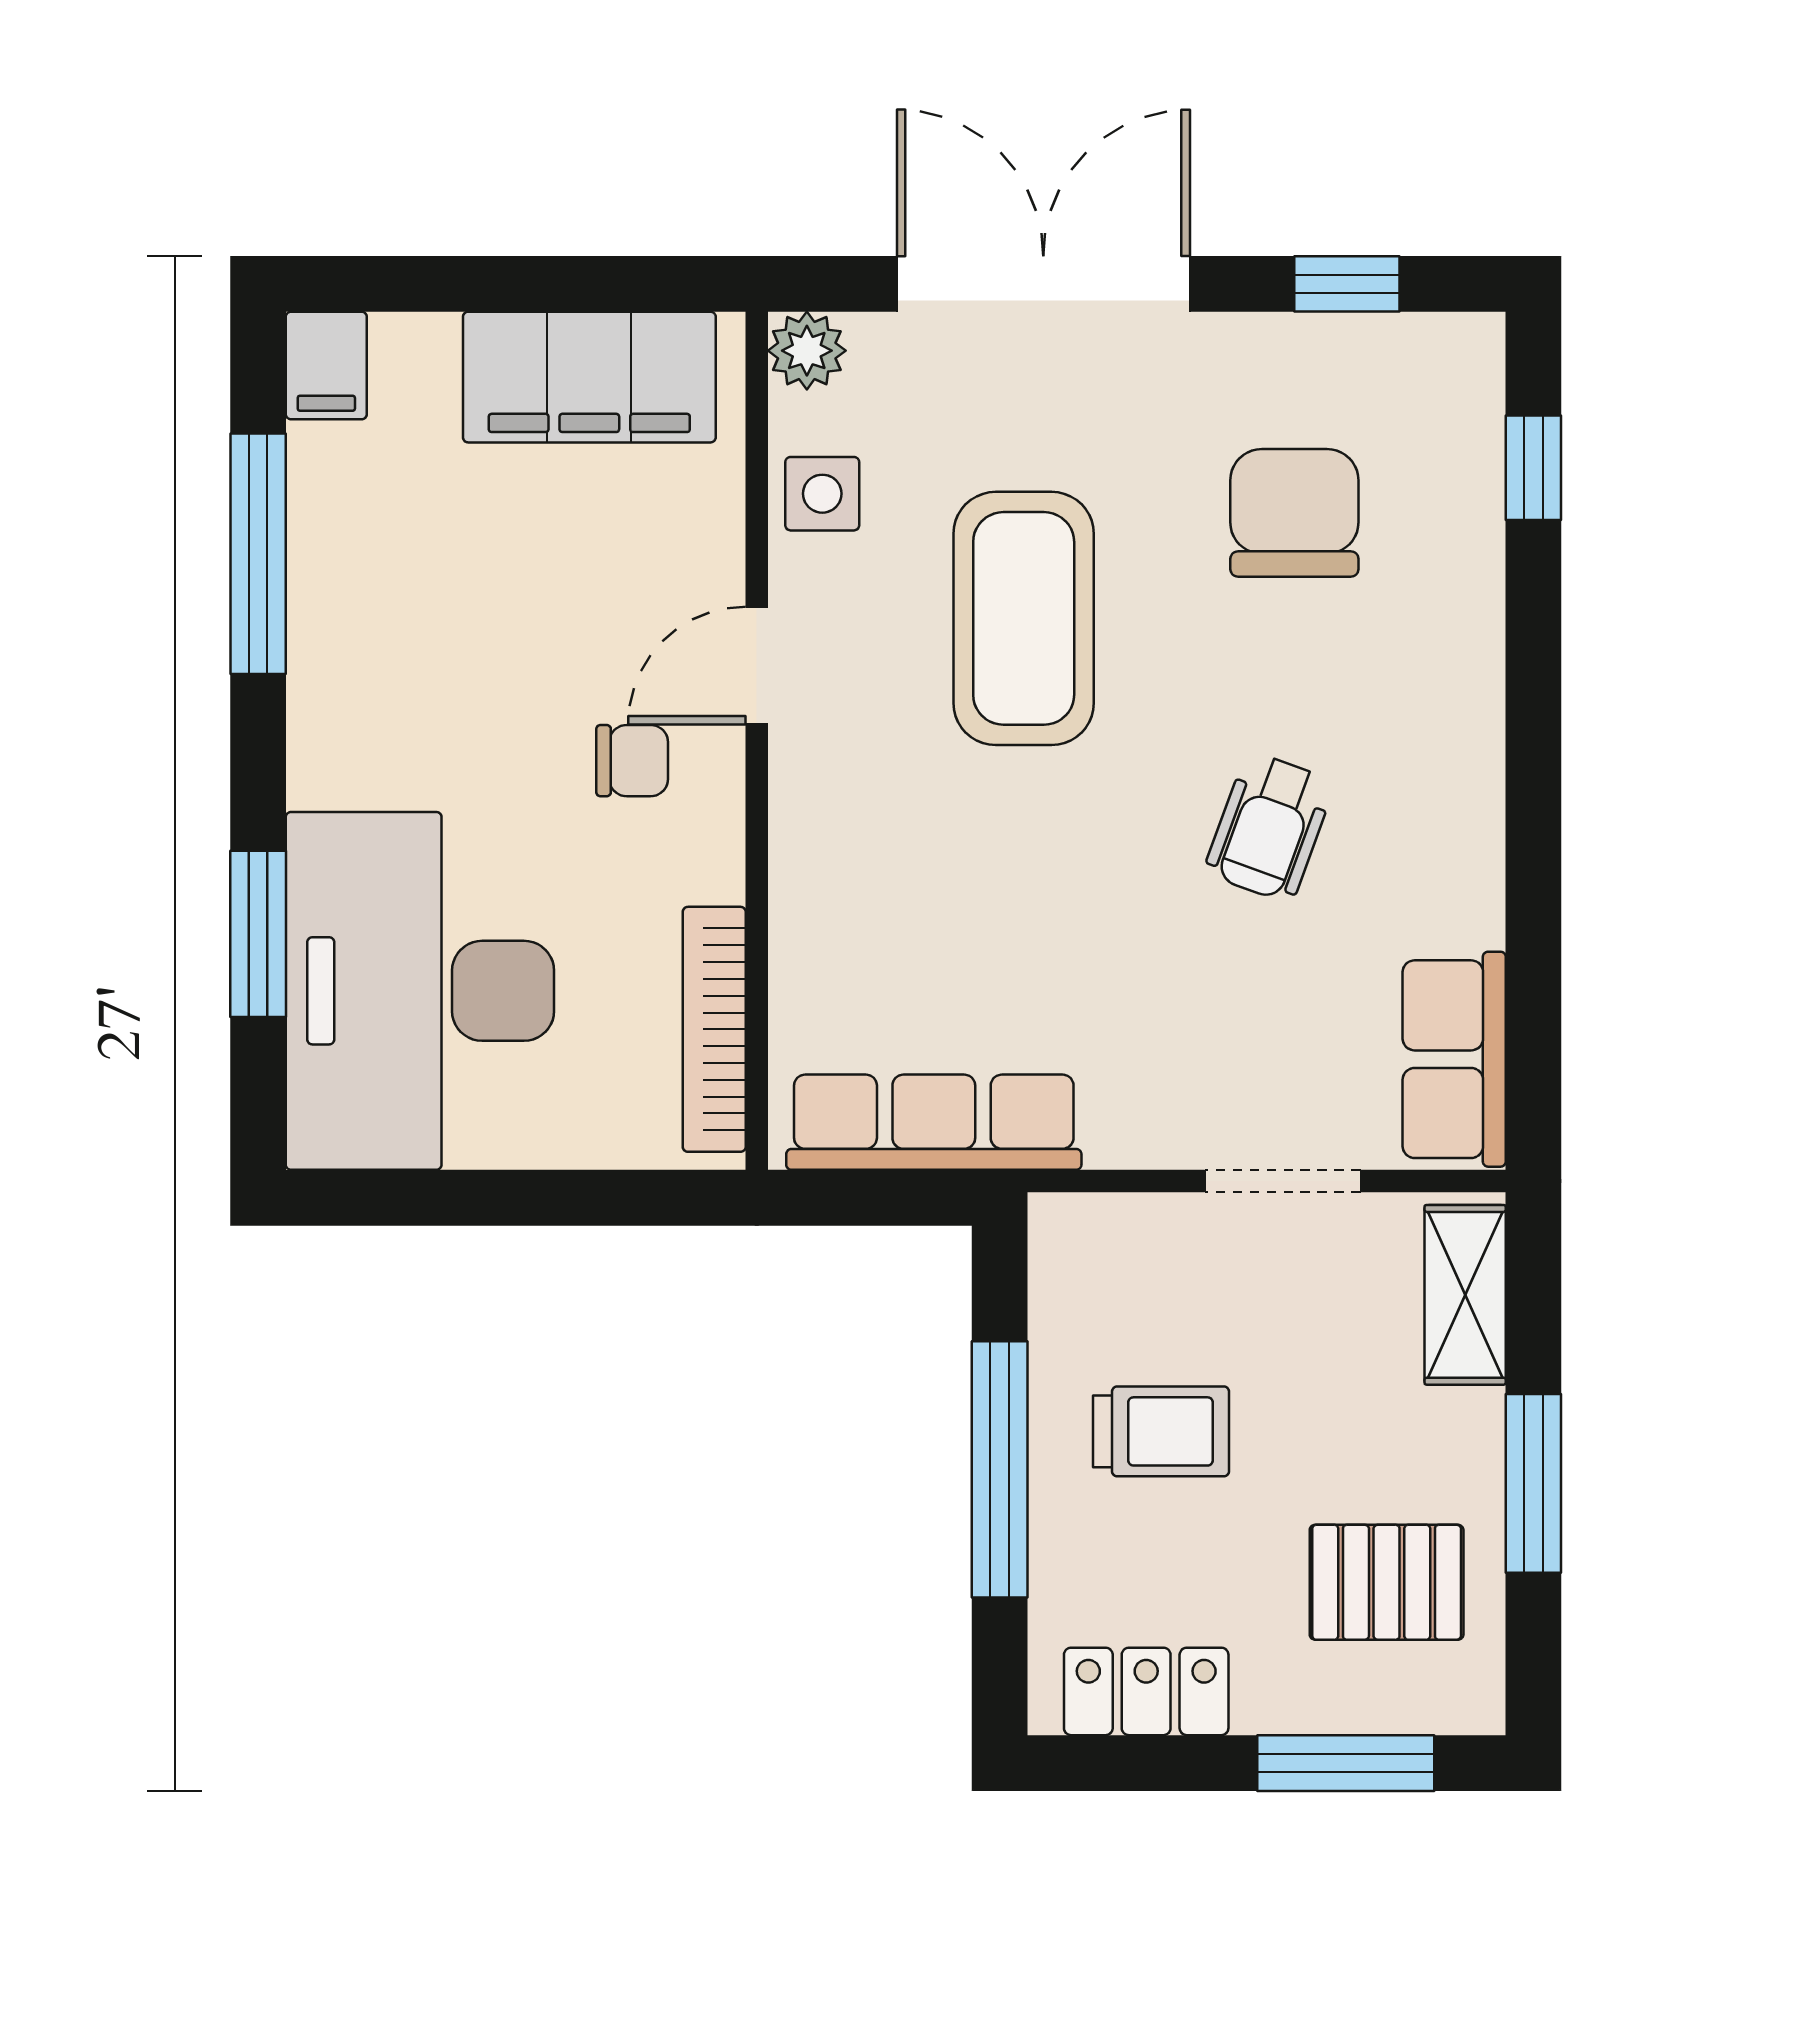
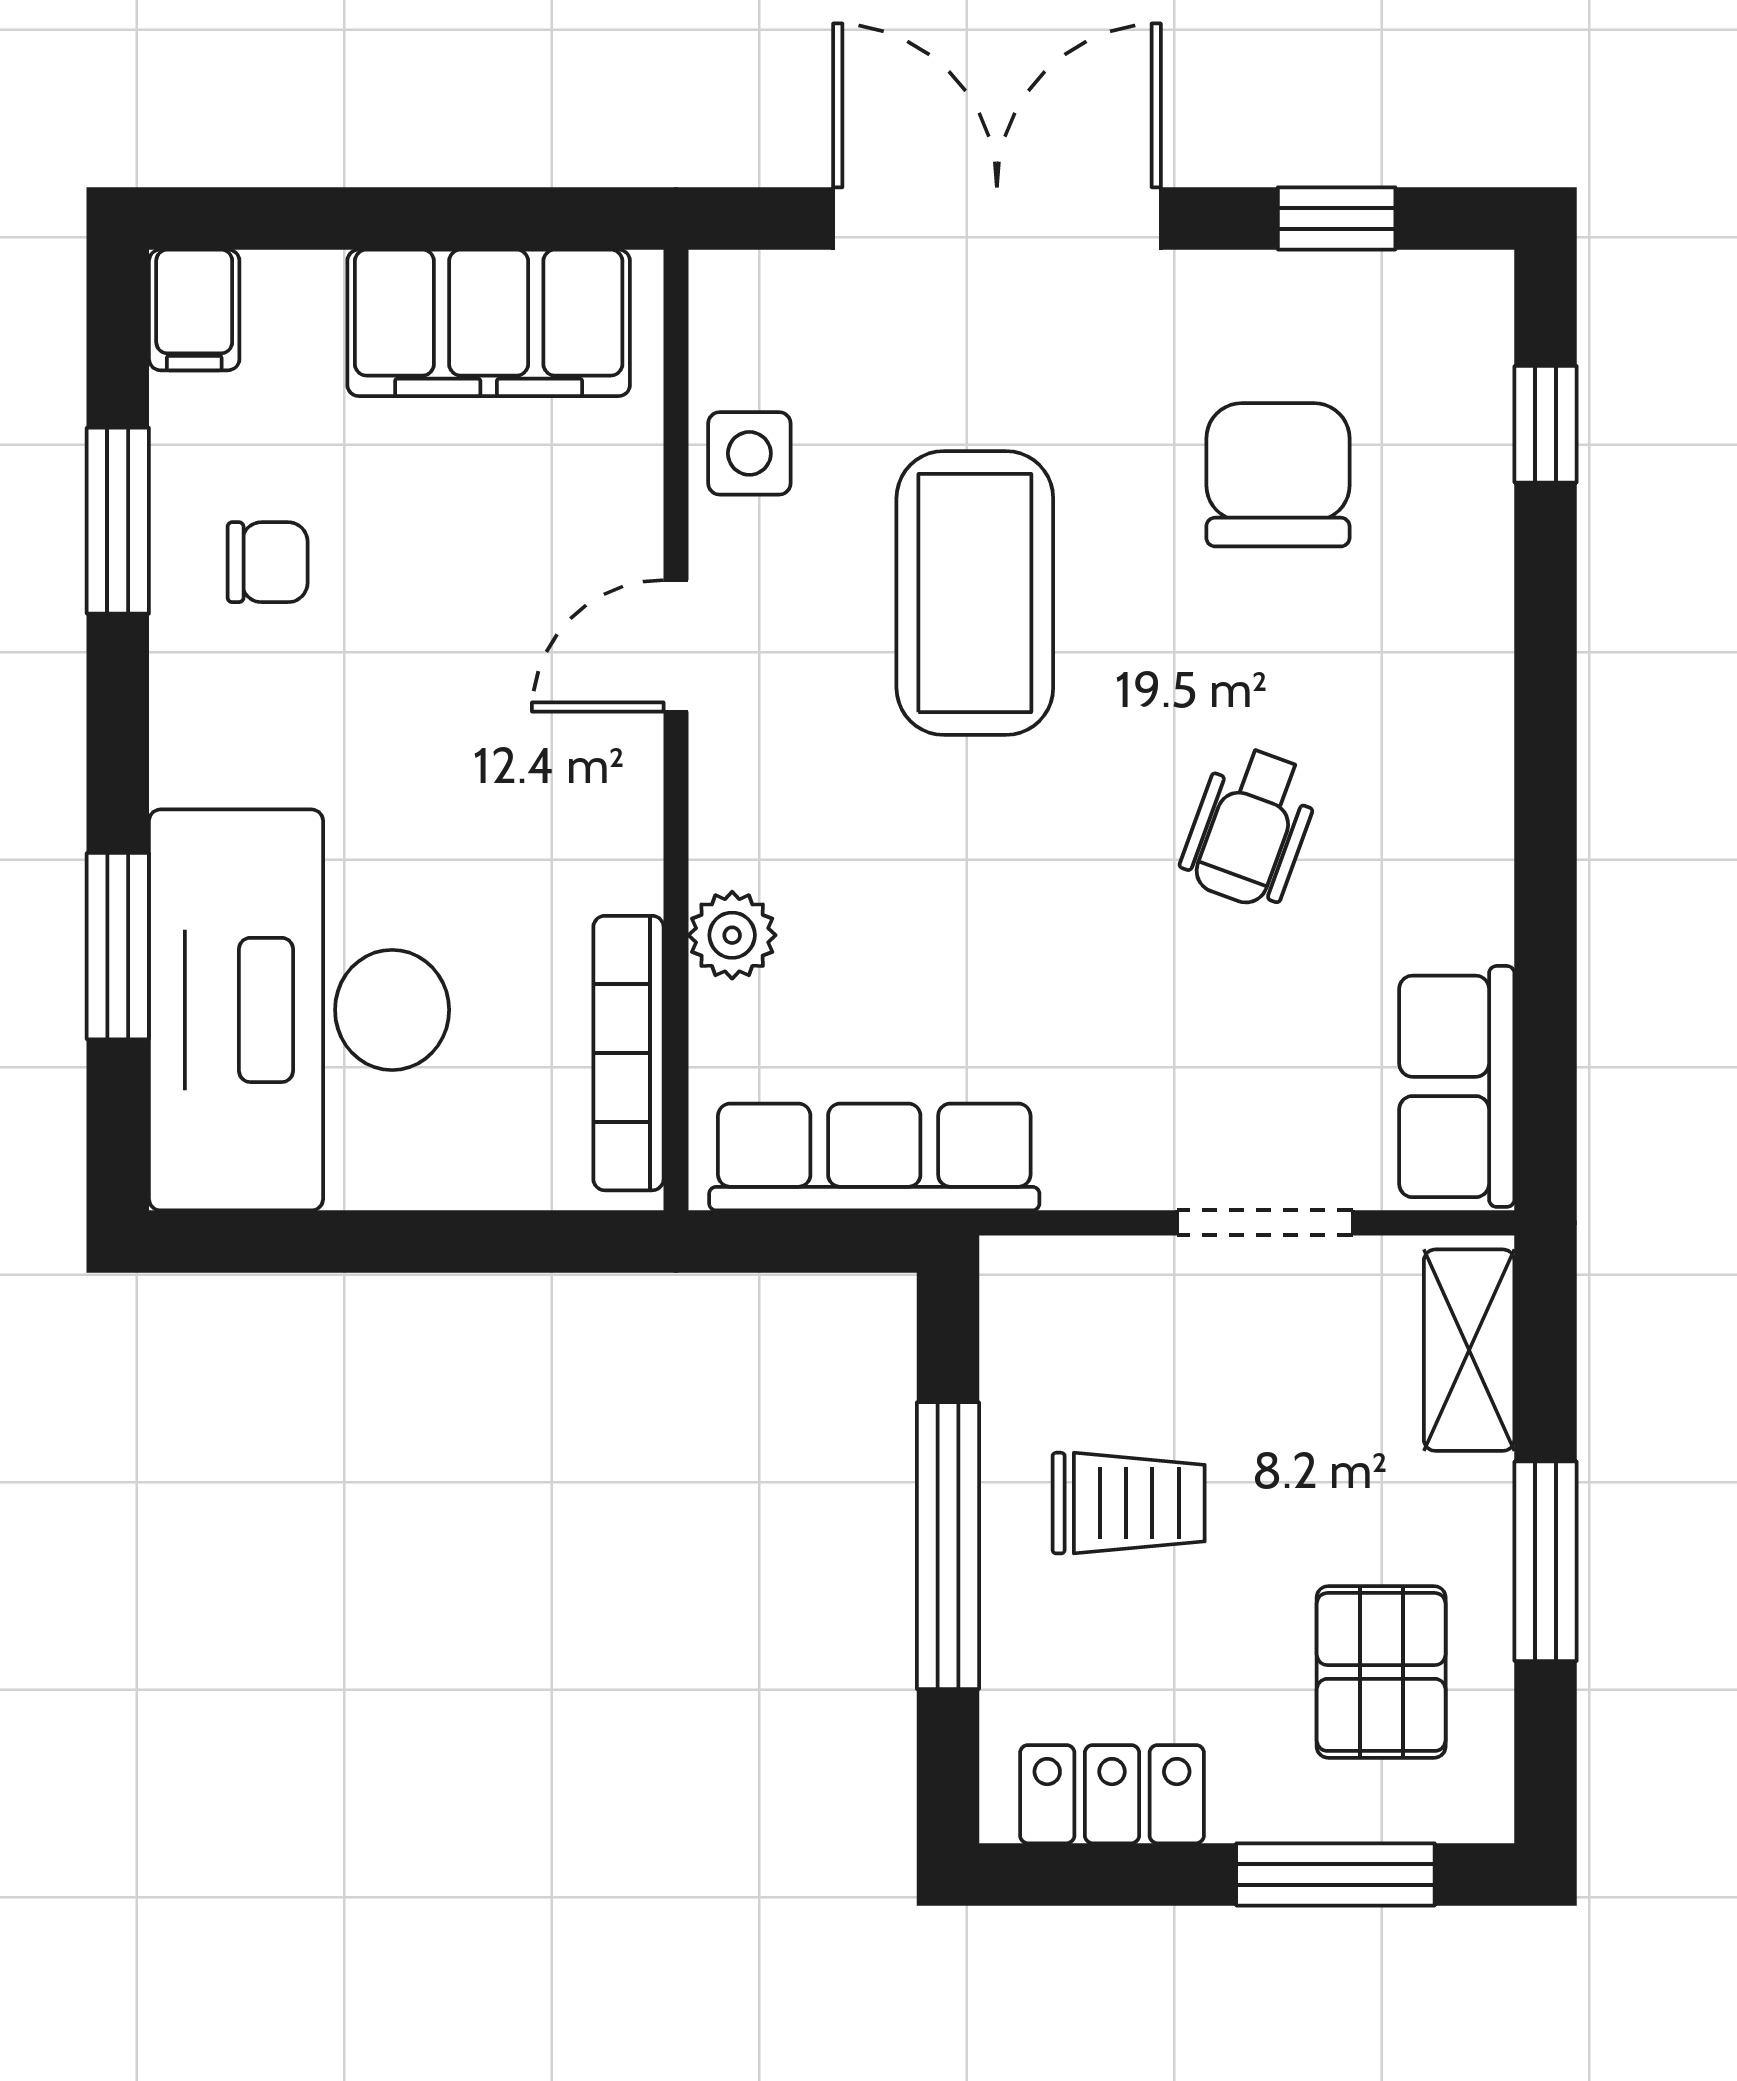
plant: (807, 351) -> (732, 935), moved
window: (258, 554) -> (118, 521), width x0.69
chair: (632, 761) -> (268, 562), moved
pallet: (1387, 1582) -> (1381, 1672), turned 90

